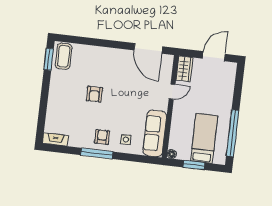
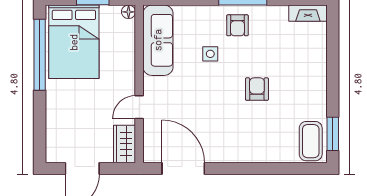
bed: (204, 138) -> (74, 42), width x1.50
side table: (126, 140) -> (210, 54), moved

